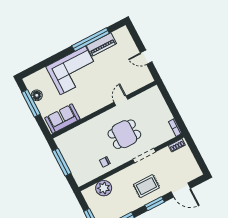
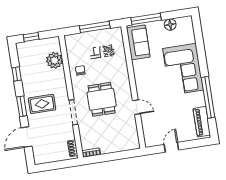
piano: (101, 45) -> (202, 122), moved
window: (31, 103) -> (146, 19), moved
rug: (146, 186) -> (42, 104), turned 90

